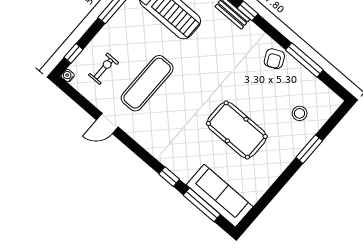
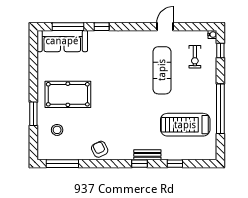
window: (304, 60) -> (62, 164), moved
pool table: (237, 130) -> (68, 94), moved

